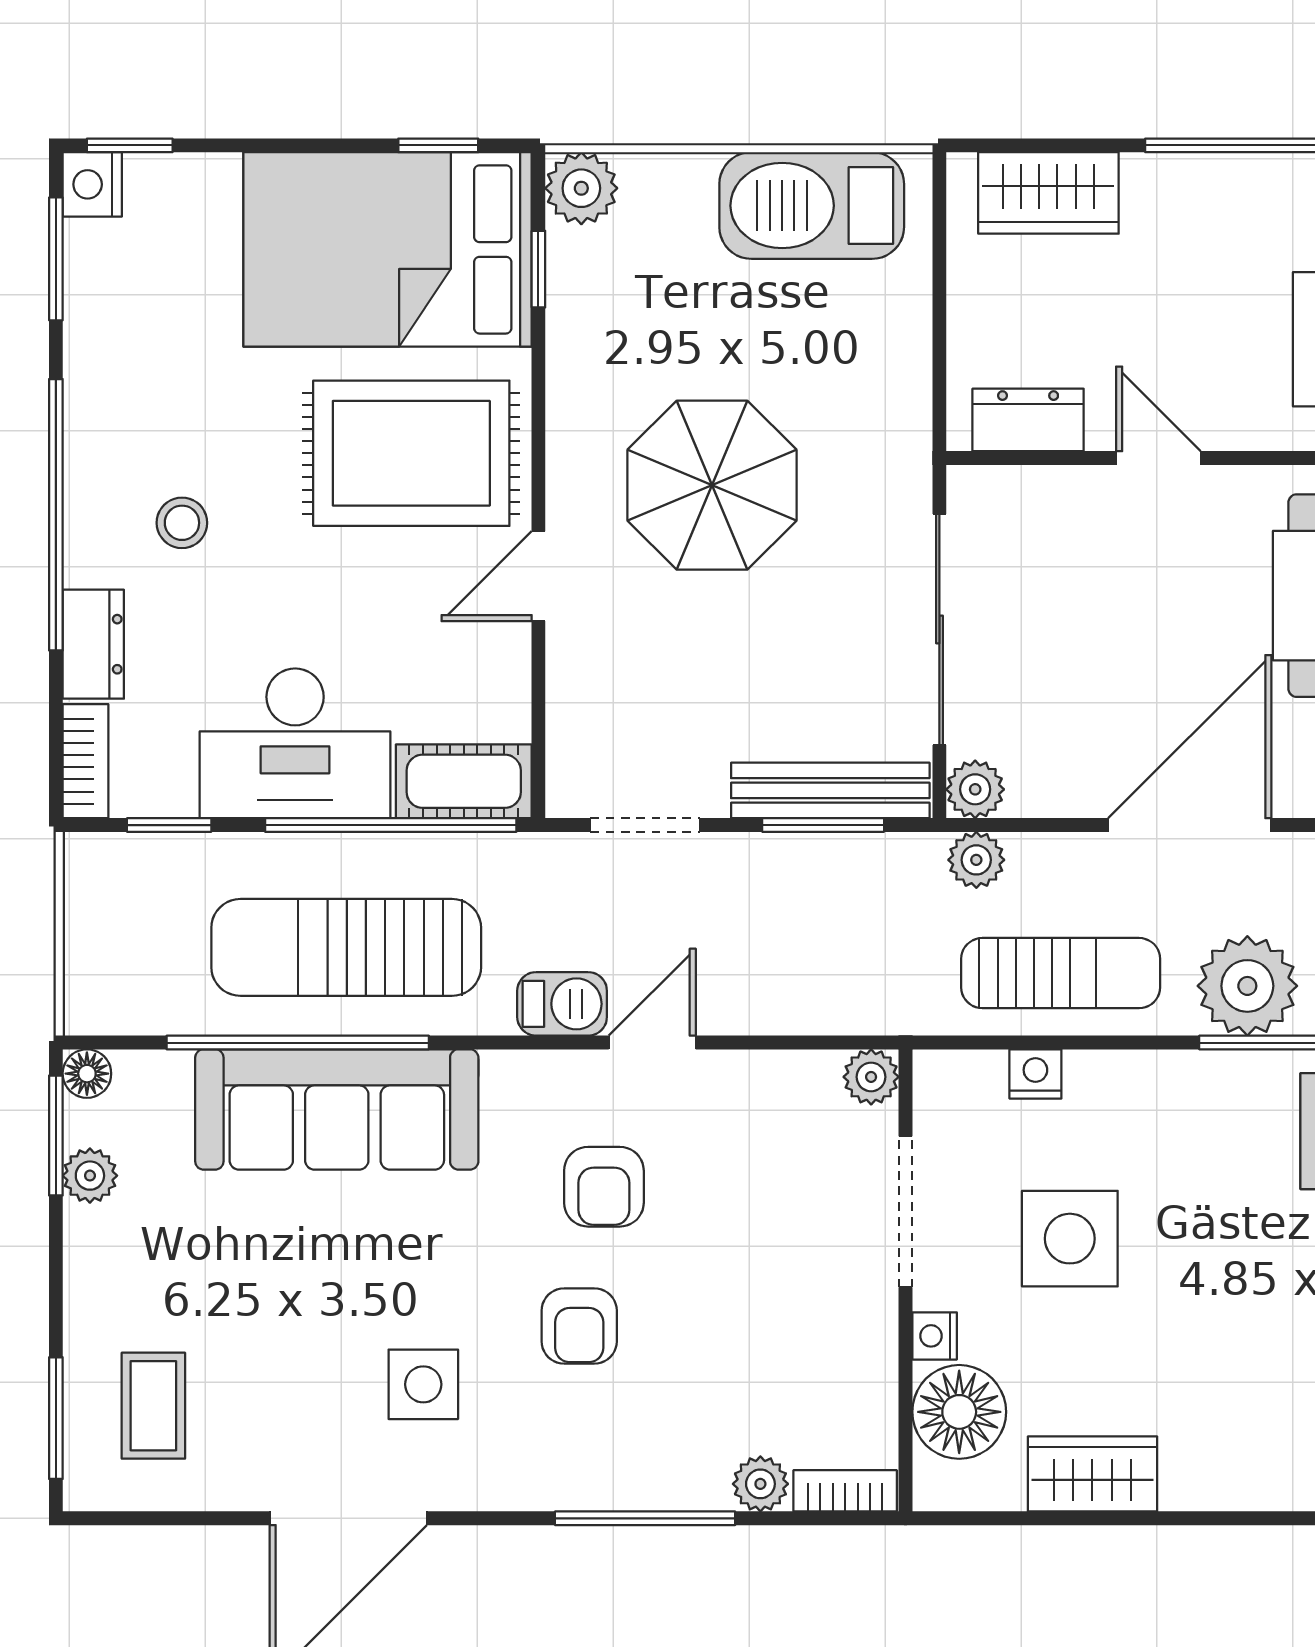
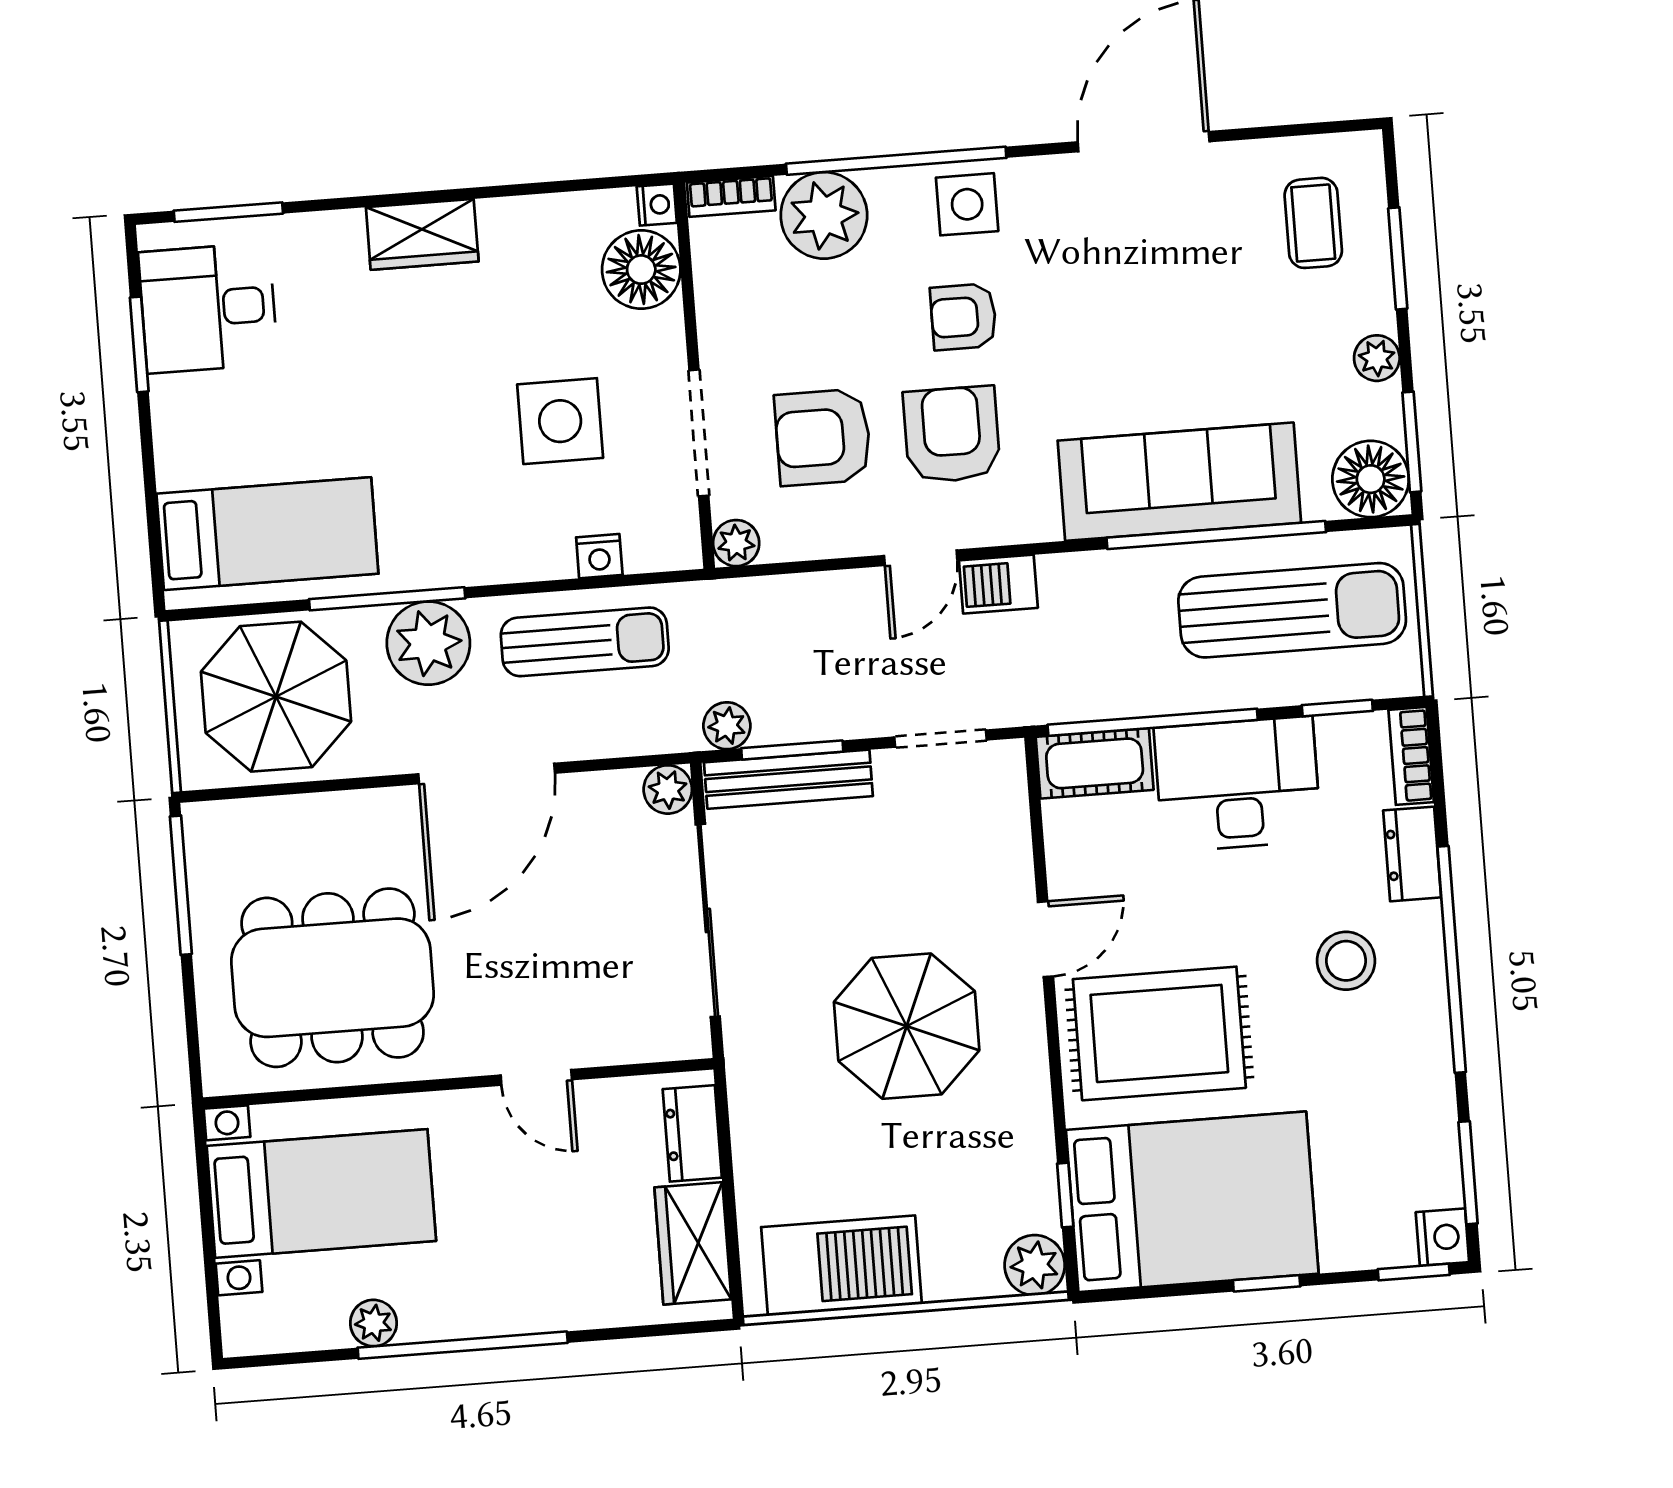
window: (438, 145) -> (1267, 1283), moved
wardrobe: (1048, 193) -> (693, 1243), moved, turned -90
dresser: (1028, 420) -> (692, 1133), moved, turned 90
stool: (182, 523) -> (1346, 961), width x1.37, depth x1.37
plant: (976, 860) -> (727, 726), moved
sun lounger: (346, 947) -> (1292, 610), moved
sun lounger: (1061, 973) -> (585, 642), turned 180
floor lamp: (87, 1074) -> (1371, 479), width x1.89, depth x1.89
plant: (90, 1176) -> (1377, 358), moved
armchair: (604, 1187) -> (952, 434), width x1.38, depth x1.38
armchair: (758, 1195) -> (823, 437), added
armchair: (579, 1326) -> (963, 317), turned -90
nightstand: (935, 1336) -> (657, 205), moved
side table: (423, 1384) -> (967, 204), moved
window: (56, 1418) -> (1398, 258), moved
wardrobe: (1092, 1474) -> (422, 234), moved
plant: (760, 1484) -> (824, 215), width x1.87, depth x1.87
window: (645, 1518) -> (896, 161), width x1.46

